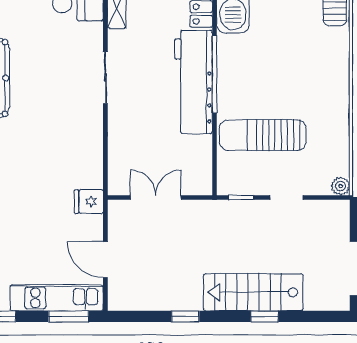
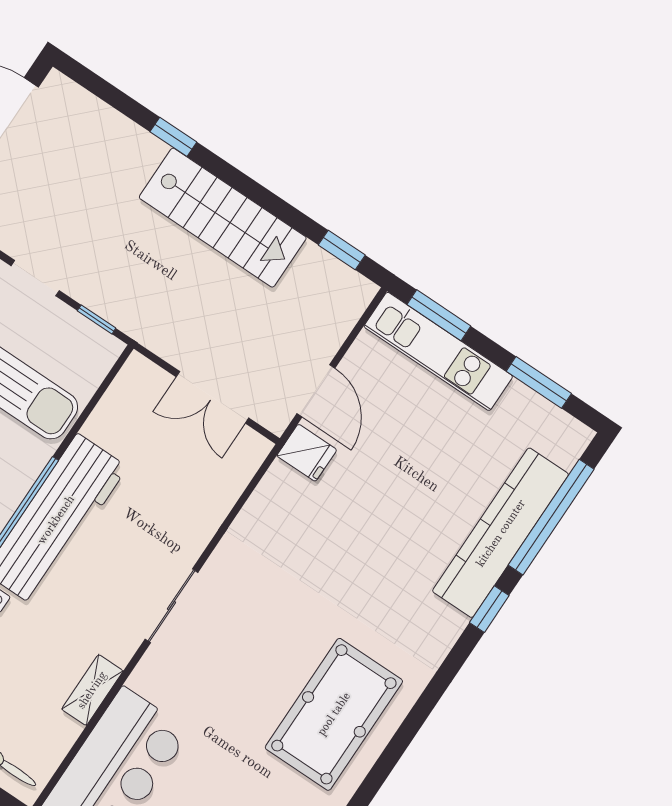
door: (105, 260) -> (316, 391), moved
stairs: (253, 292) -> (223, 218), moved
window: (185, 316) -> (342, 250), moved

